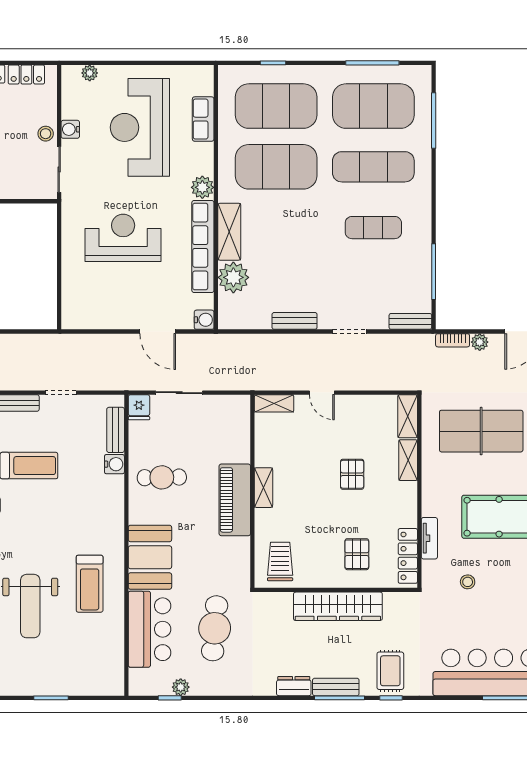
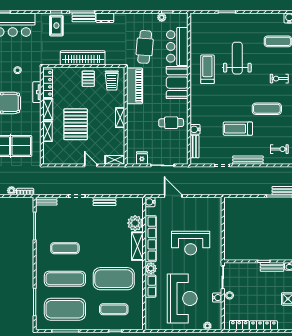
exercise mat: (276, 106) -> (114, 309), width x0.50, depth x0.69
row of seats: (203, 119) -> (150, 286), moved
fridge: (139, 407) -> (142, 158), moved
shelving: (408, 416) -> (48, 109), moved
pallet: (352, 474) -> (76, 124), width x2.05, depth x2.00
piano: (235, 500) -> (135, 86), moved
pallet: (357, 554) -> (88, 79), moved

